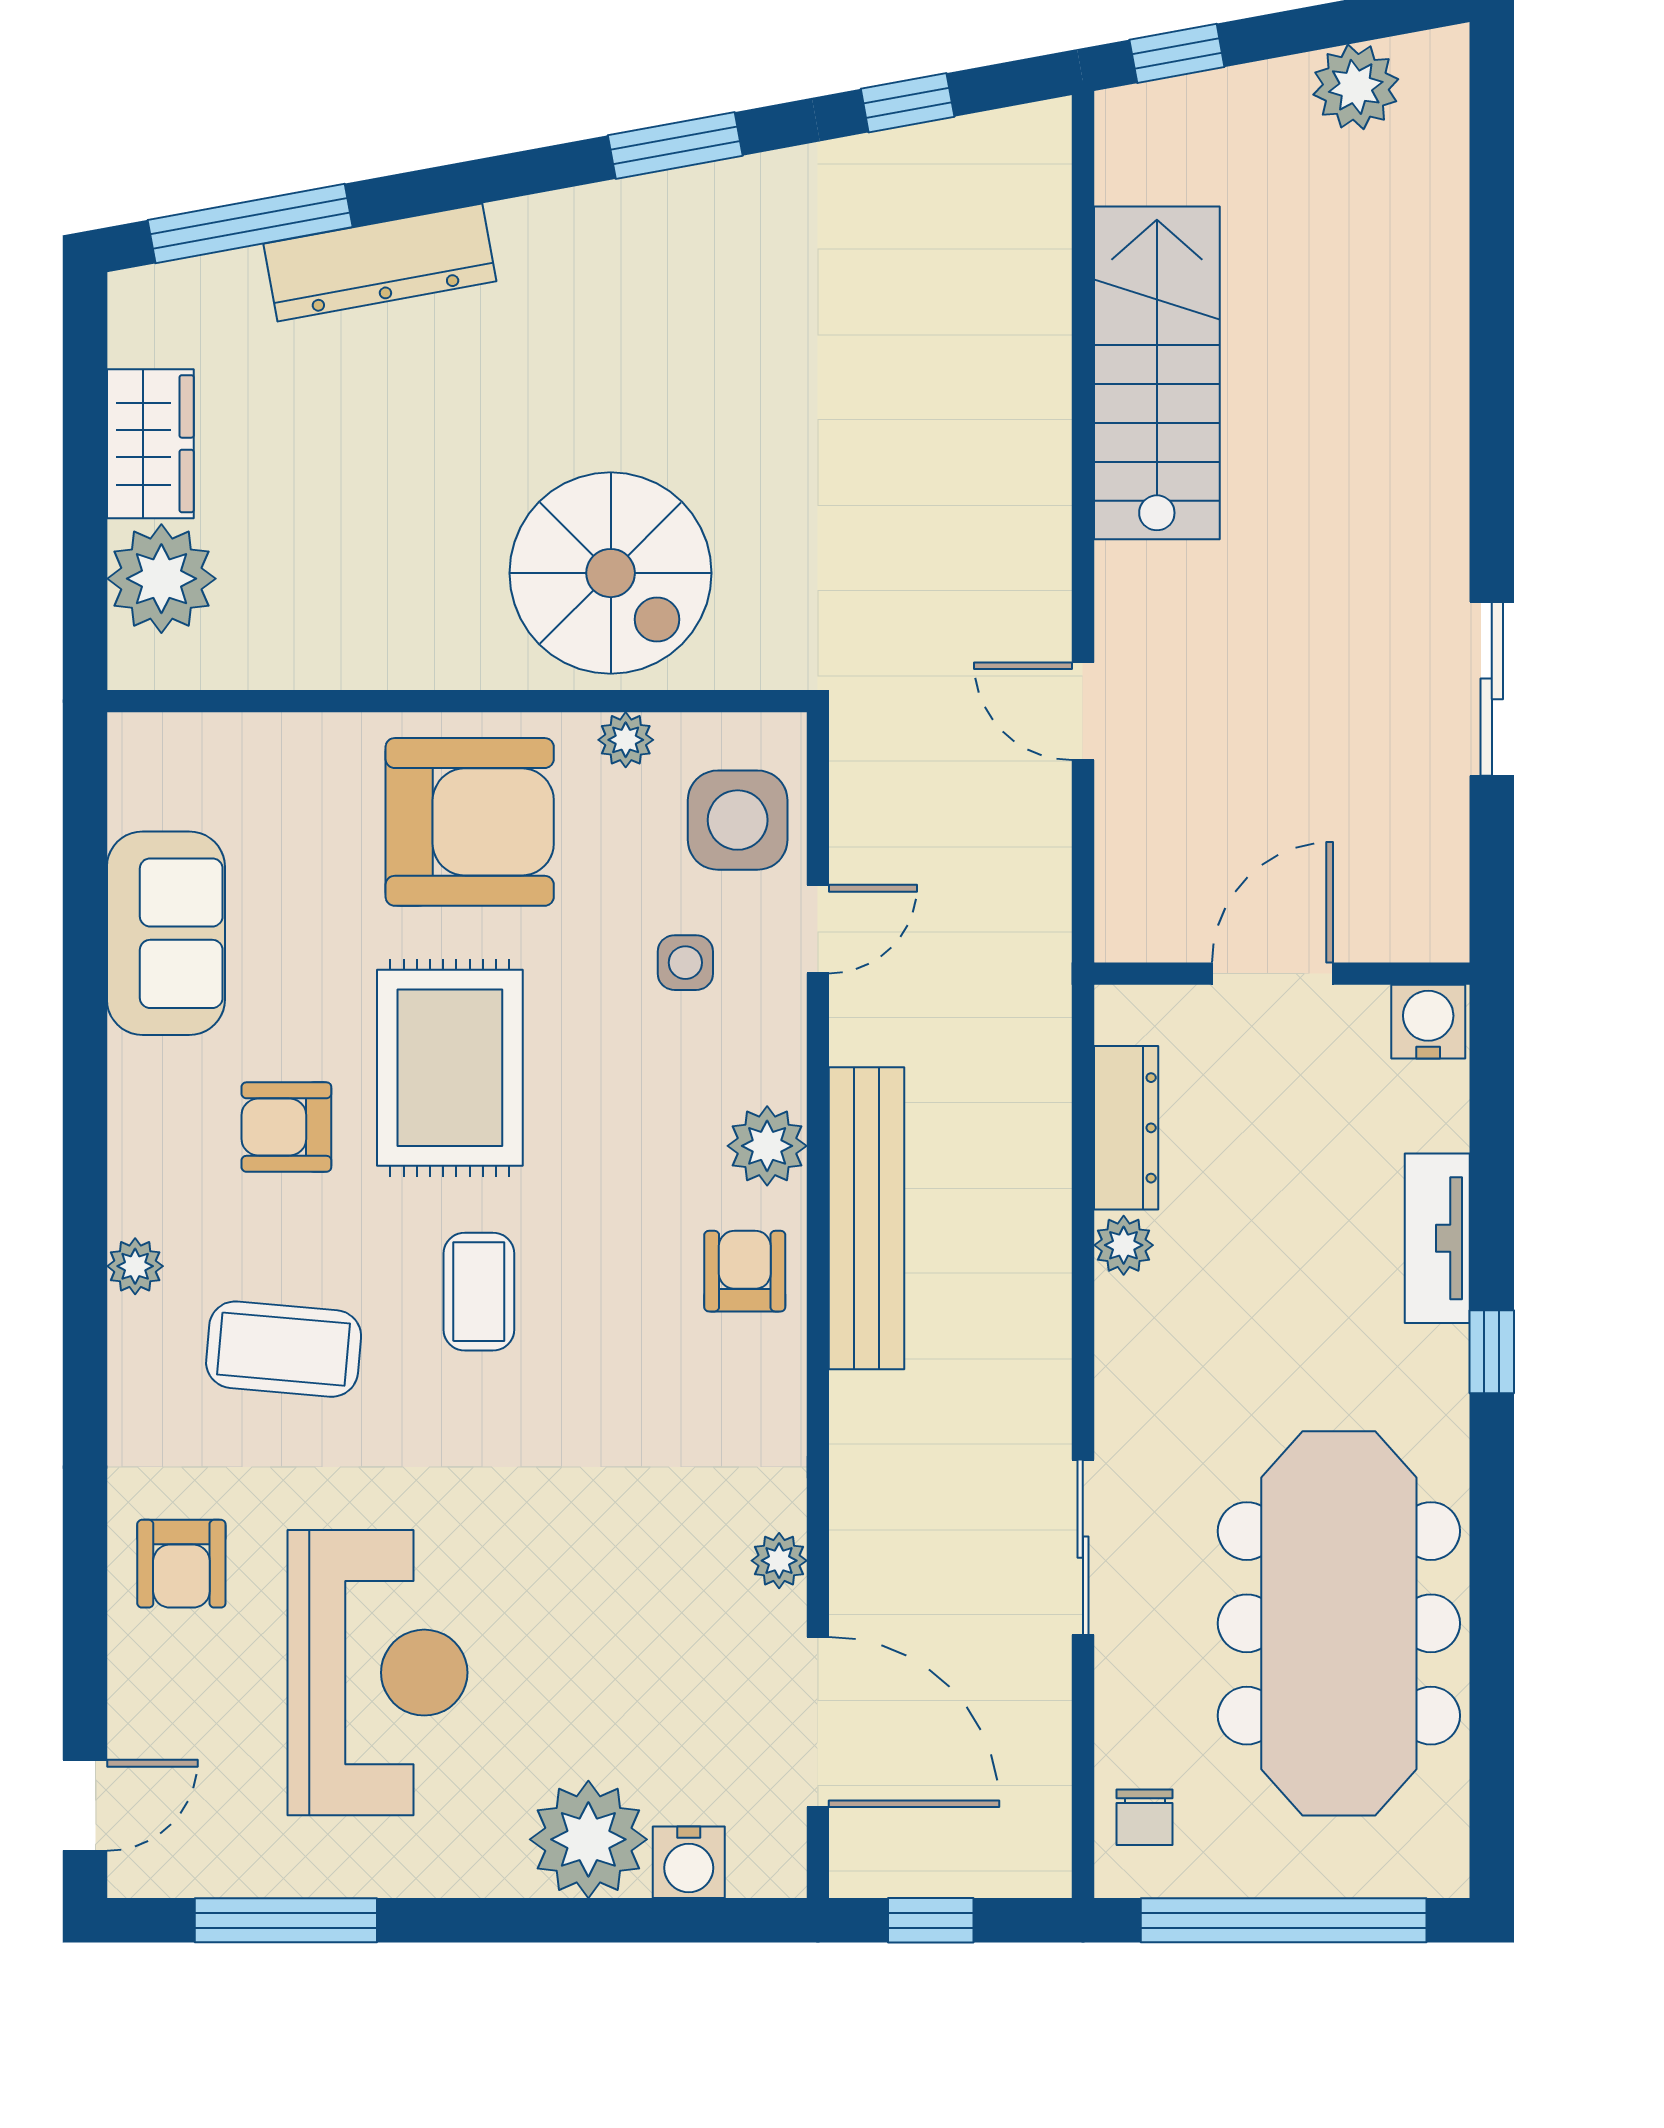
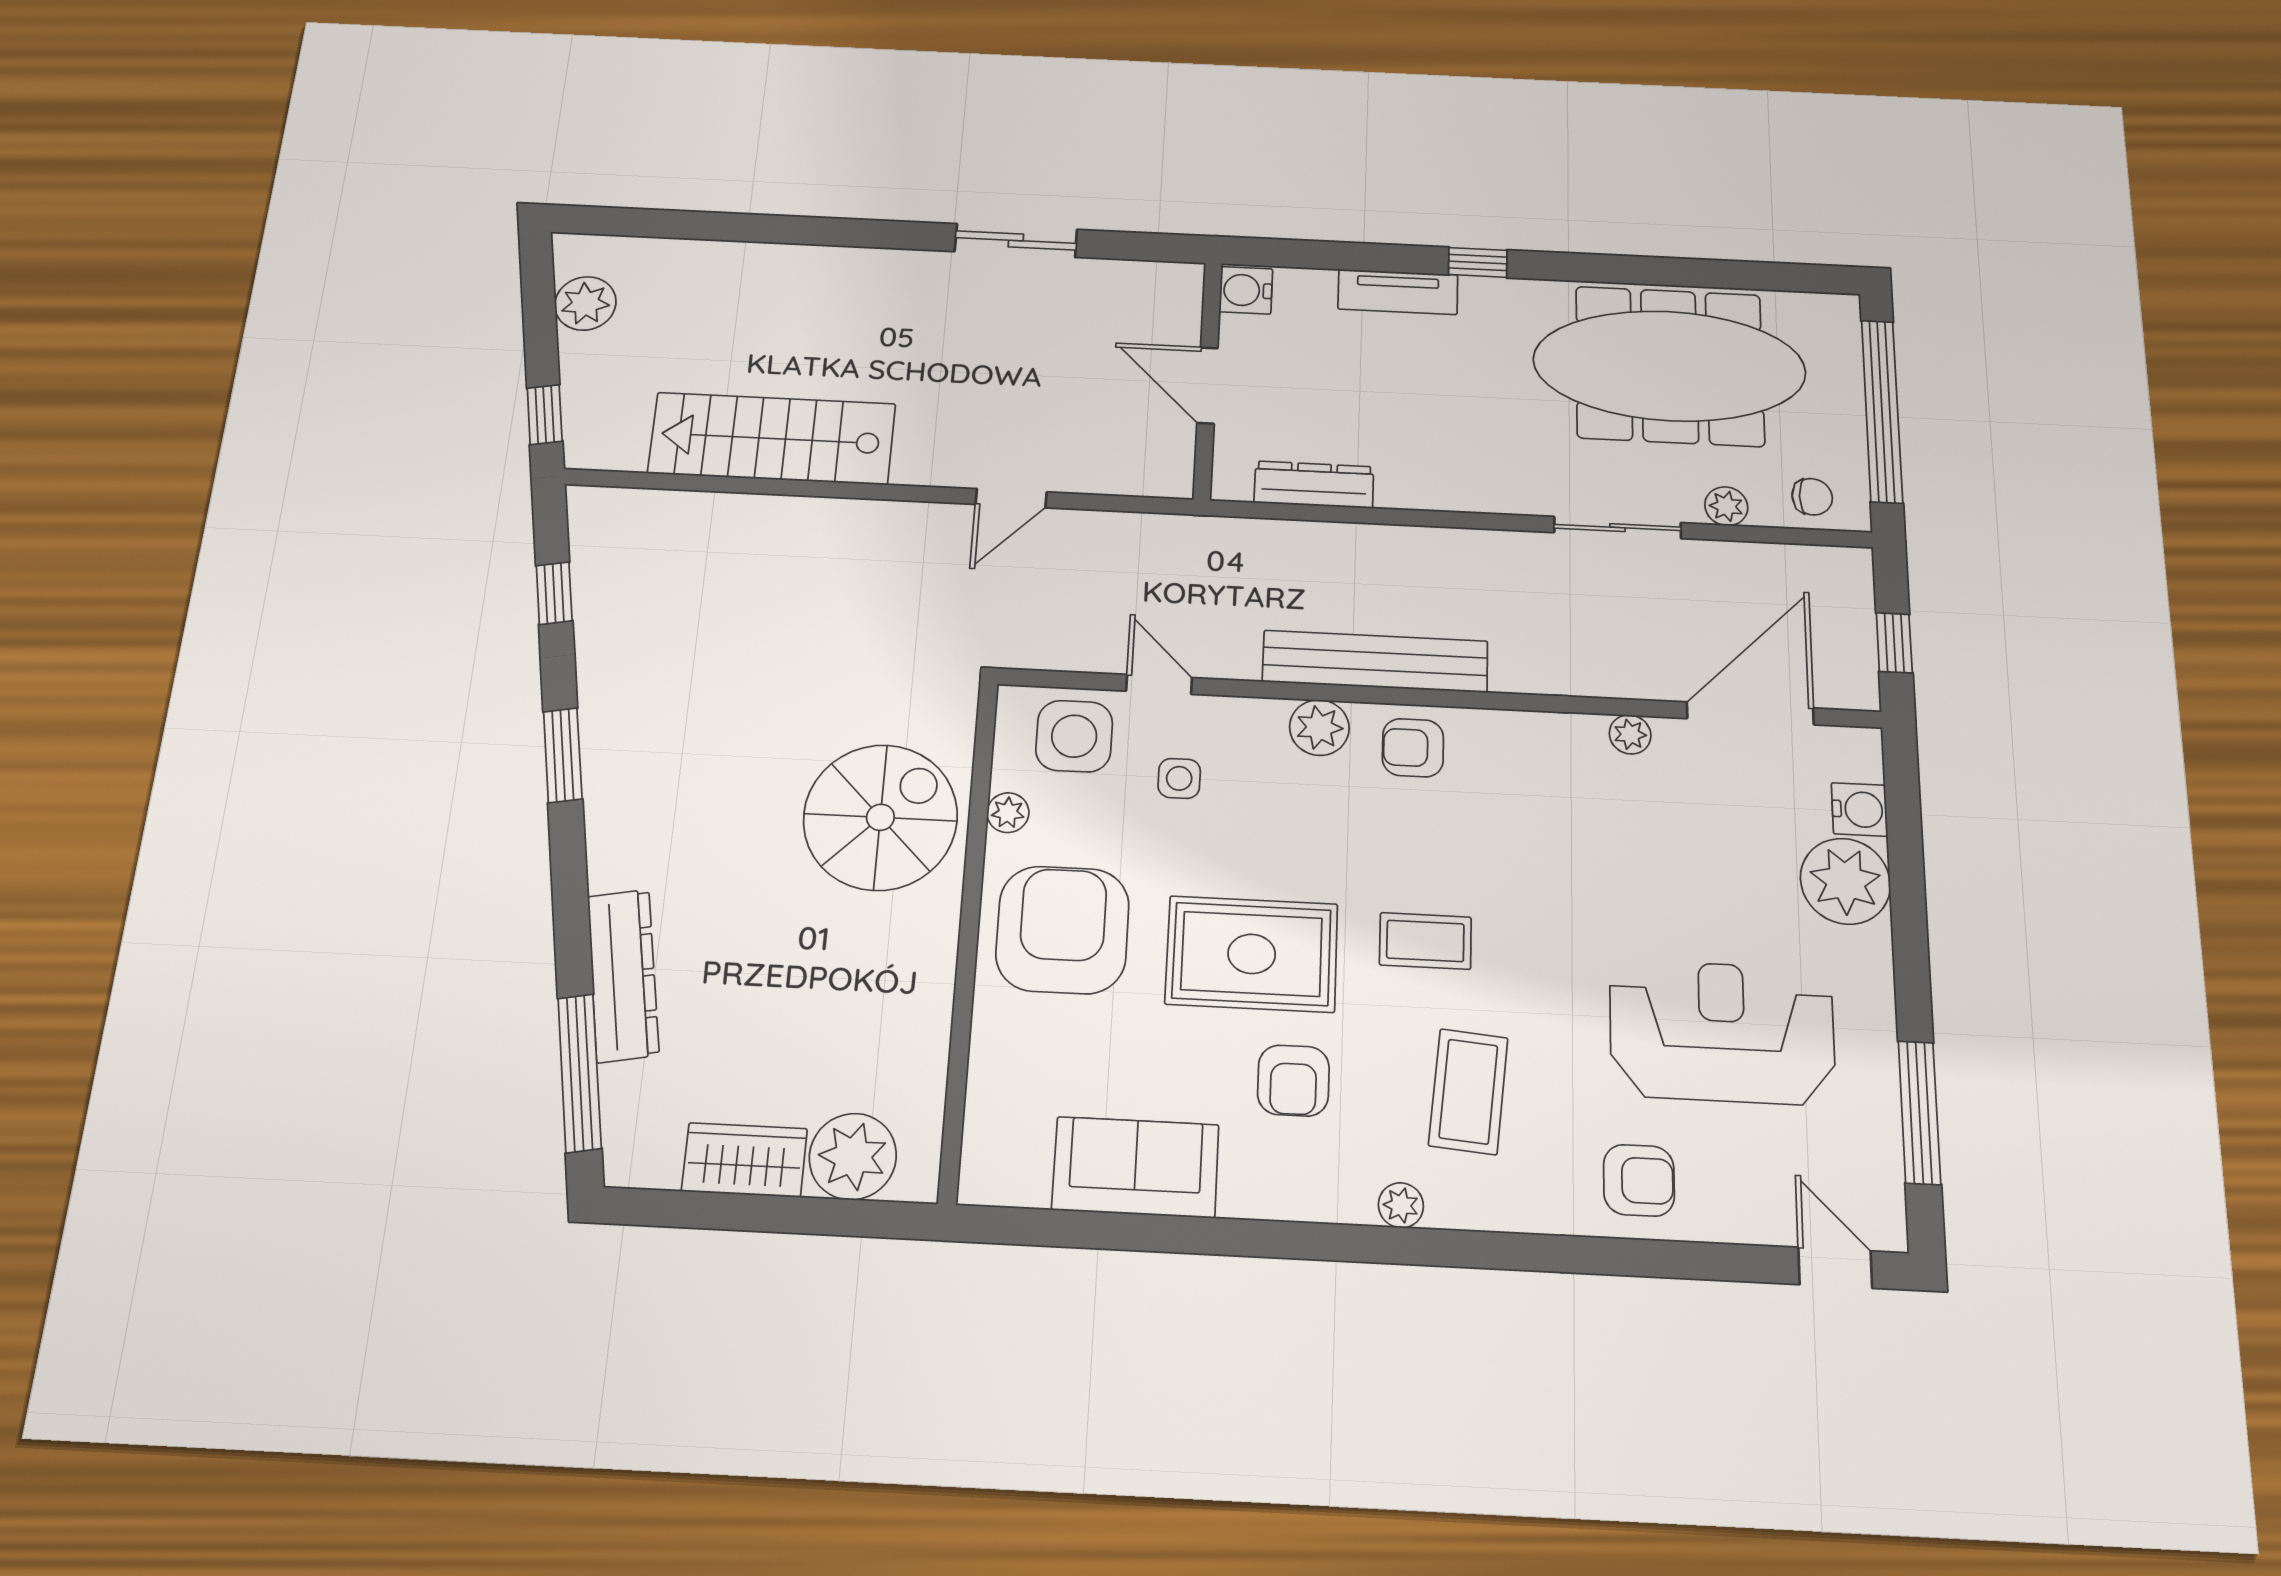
plant: (1124, 1245) -> (1726, 506), moved

